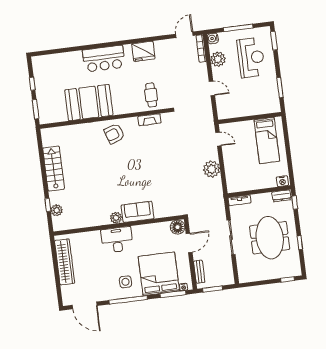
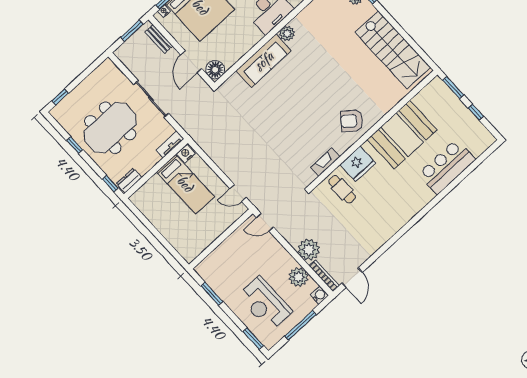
fridge: (143, 51) -> (358, 164), moved, turned 180
bar counter: (104, 59) -> (447, 167), moved
door: (212, 88) -> (265, 222), moved
armchair: (114, 134) -> (352, 121), turned -123
bed: (267, 140) -> (185, 184), moved, turned 180
stairs: (54, 169) -> (393, 50), width x1.36, depth x1.51
plant: (212, 169) -> (309, 250), moved
nightstand: (282, 181) -> (186, 154), moved
sofa: (138, 212) -> (264, 61), width x1.36
meeting table: (270, 238) -> (110, 128), turned 90

